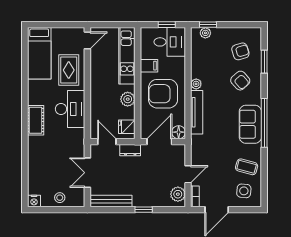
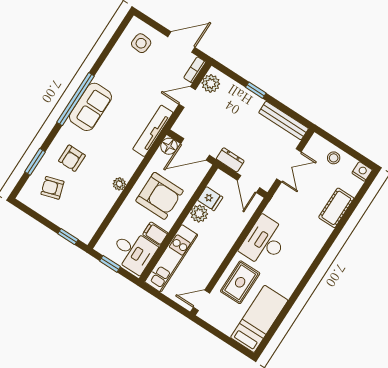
plant: (205, 33) -> (76, 230), removed
desk: (170, 42) -> (134, 251), moved, turned 180
armchair: (240, 81) -> (72, 158), turned -138
tv unit: (197, 112) -> (153, 131), moved
cot: (36, 120) -> (336, 208), moved
fridge: (127, 127) -> (210, 199), moved
coffee table: (247, 167) -> (122, 66), removed

